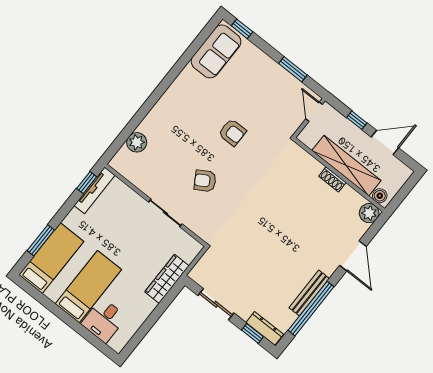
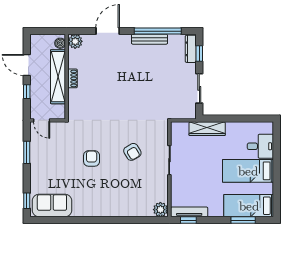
door: (314, 112) -> (42, 120), hinge flipped
plant: (137, 142) -> (160, 210), moved

